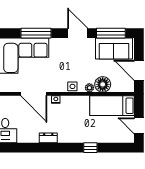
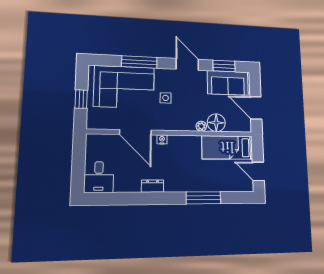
window: (111, 33) -> (224, 66), width x0.69
side table: (72, 86) -> (166, 98), moved
window: (90, 148) -> (203, 198), width x2.17

